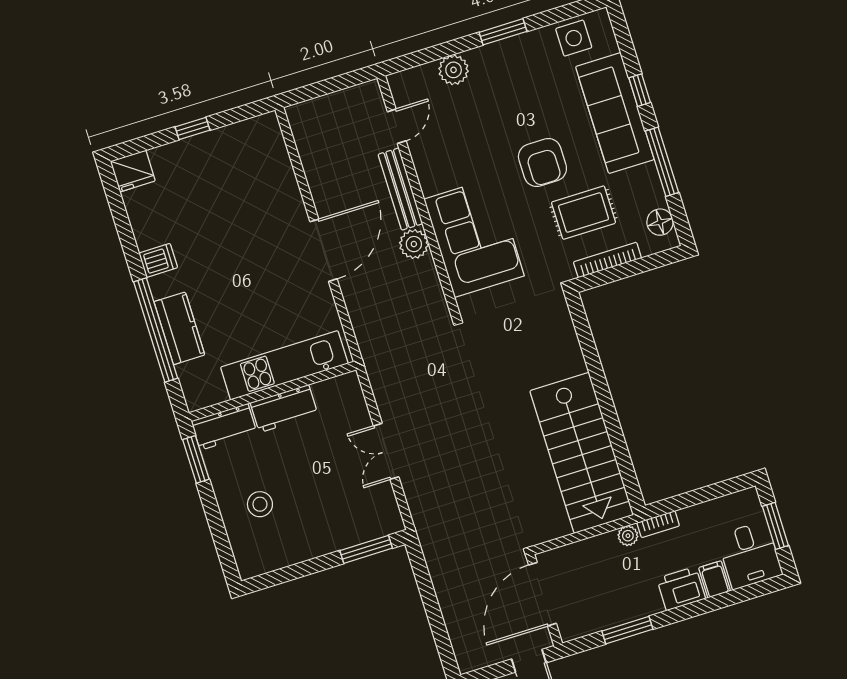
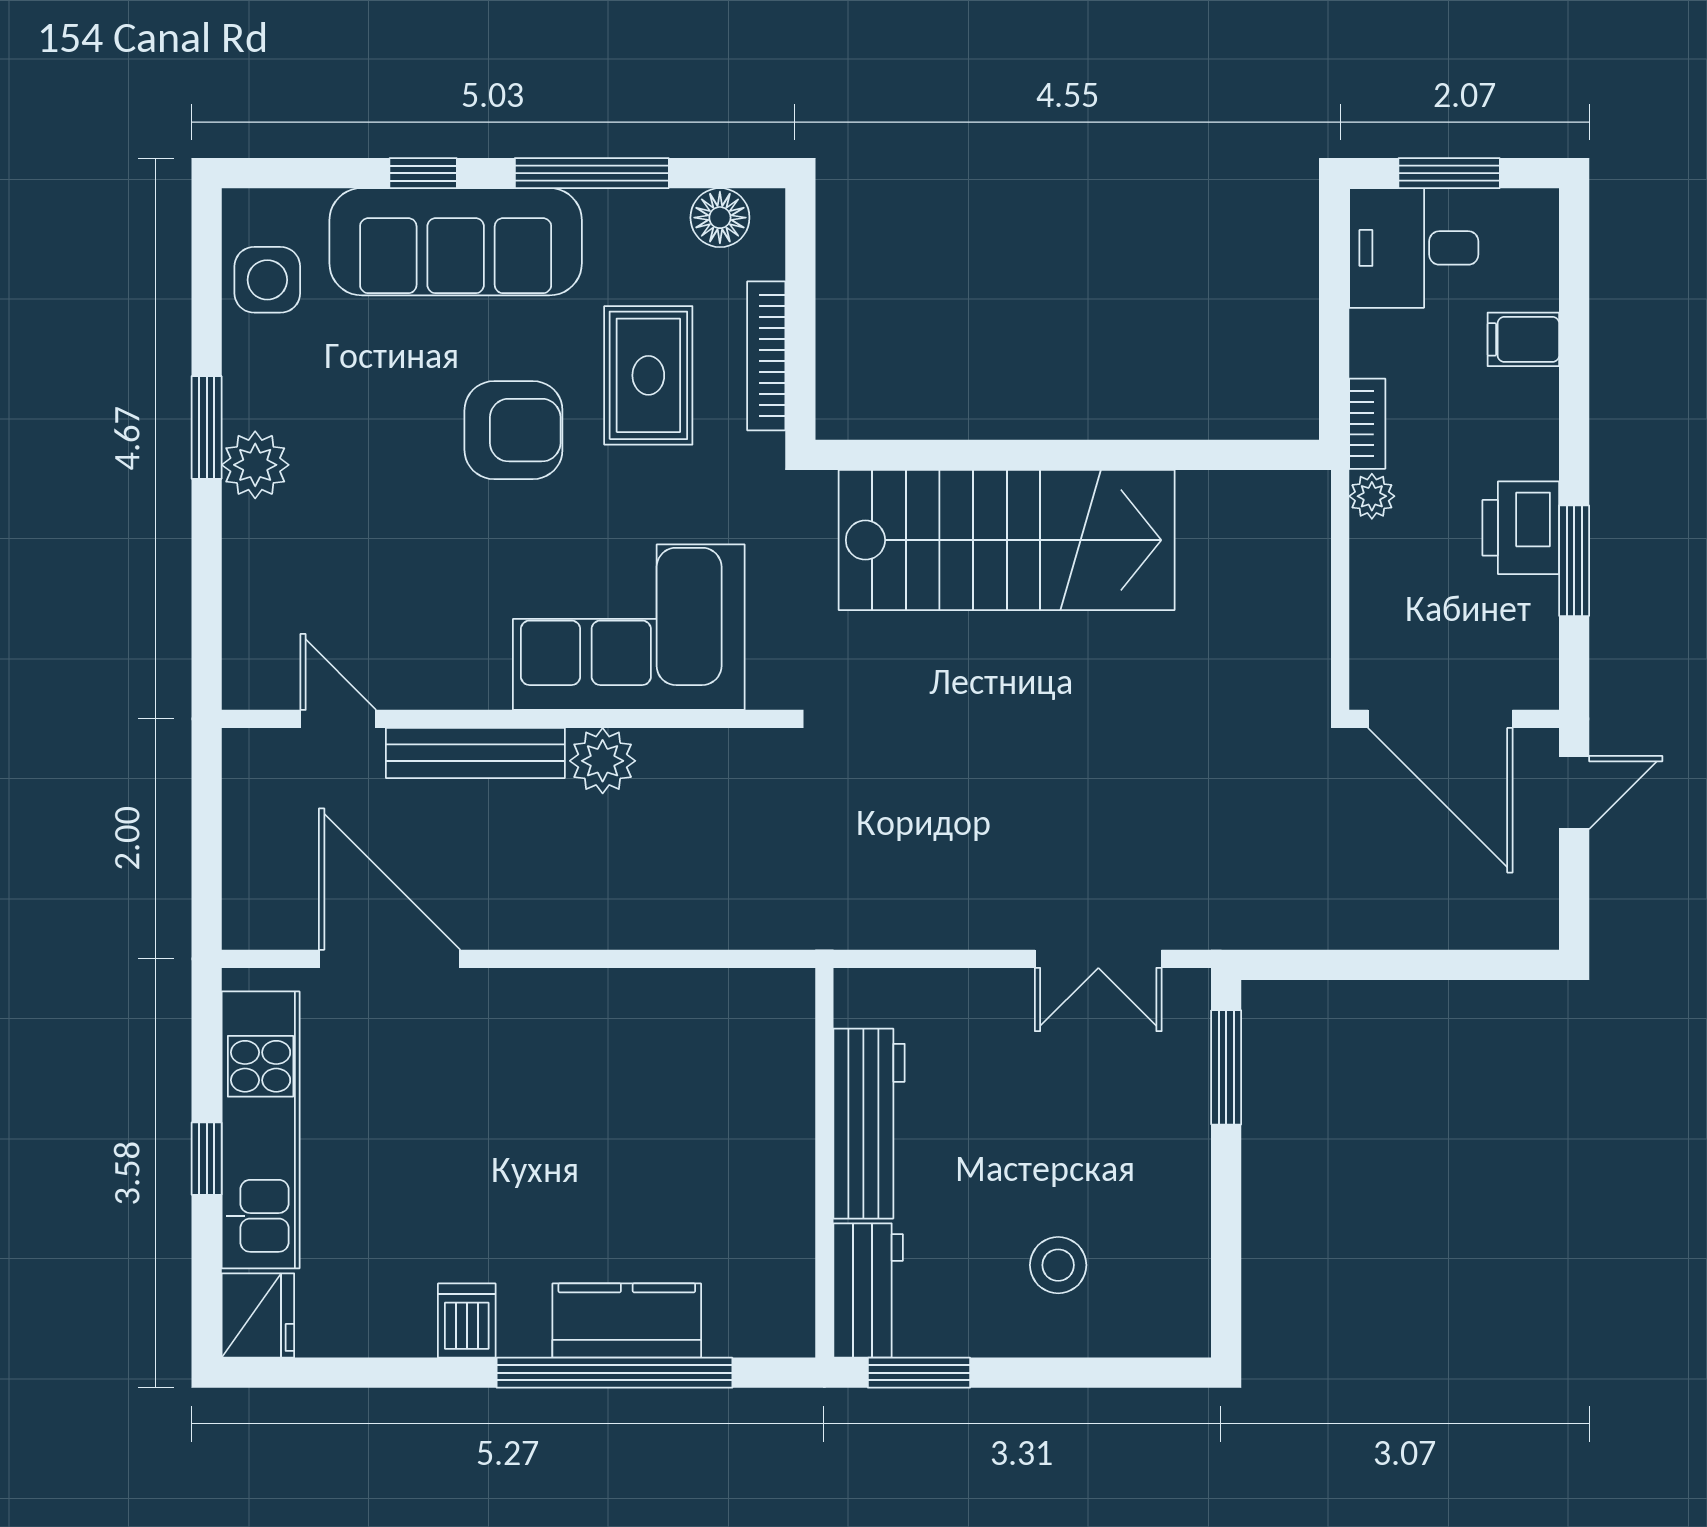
plant: (454, 70) -> (255, 465), moved
door: (324, 250) -> (390, 959), moved
kitchen unit: (284, 365) -> (261, 1130), moved, turned 180
workbench: (284, 409) -> (869, 1124), width x1.38
double door: (386, 451) -> (1098, 959), moved
stairs: (582, 453) -> (1007, 540), moved
desk: (750, 555) -> (1414, 248), moved, turned 180
printer: (681, 589) -> (1521, 528), moved

